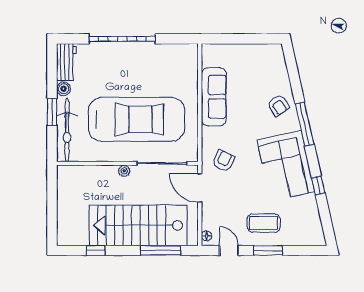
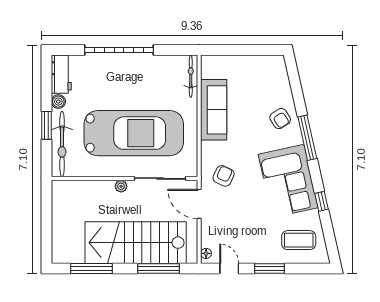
bicycle: (192, 64) -> (191, 76), added
coffee table: (264, 223) -> (299, 240), moved
window: (96, 250) -> (92, 268), width x2.17

